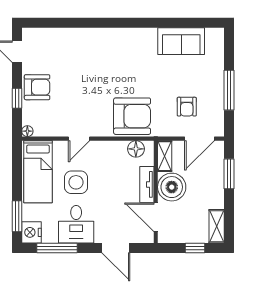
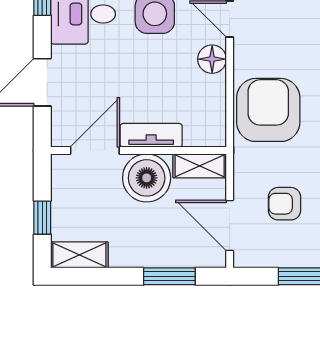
armchair: (132, 116) -> (268, 110), turned 180
floor lamp: (136, 149) -> (212, 59), moved

